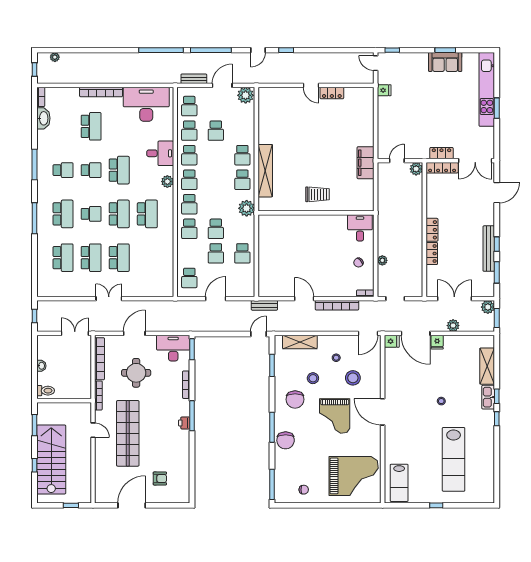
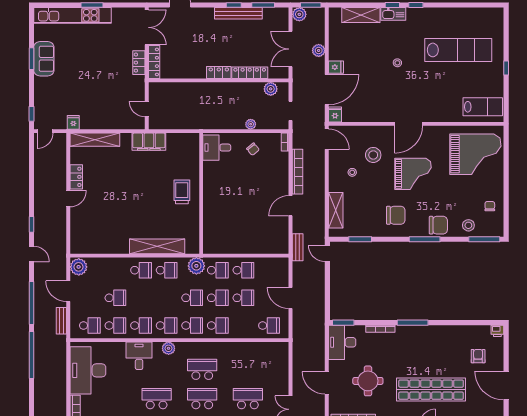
shelving: (367, 111) -> (95, 140), added
plant: (416, 169) -> (271, 89), moved
school desk: (216, 204) -> (192, 298), added
school desk: (242, 229) -> (218, 270), added
locker: (432, 254) -> (250, 73), width x1.53
stool: (313, 378) -> (468, 225), moved
printer: (184, 423) -> (497, 331), moved
grand piano: (354, 476) -> (475, 154), turned 90

